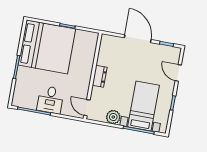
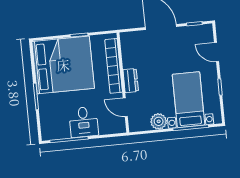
bookcase: (89, 60) -> (114, 66), added
door: (87, 108) -> (125, 107), moved

